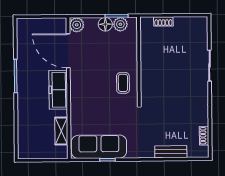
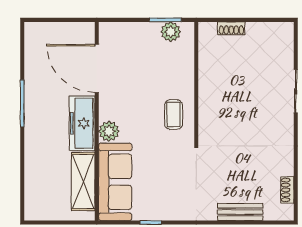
floor lamp: (105, 24) -> (149, 32), removed
plant: (77, 25) -> (109, 131), moved
shelving: (61, 131) -> (83, 182), width x1.50, depth x1.33
sofa: (99, 147) -> (115, 182), moved, turned 90

